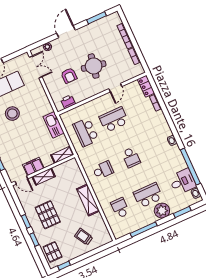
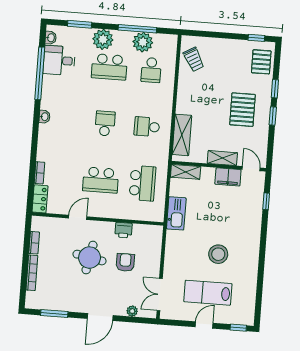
printer: (68, 102) -> (124, 230), moved
shelving: (88, 200) -> (182, 135), moved
plant: (135, 223) -> (143, 42), added
trolley: (84, 237) -> (194, 59), moved

